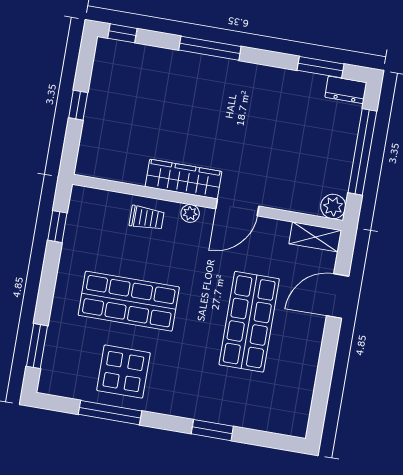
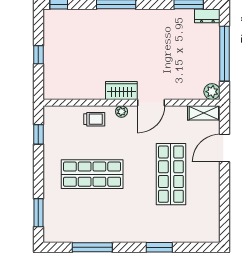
wardrobe: (183, 179) -> (121, 90), width x0.67
display table: (123, 372) -> (96, 220), removed

